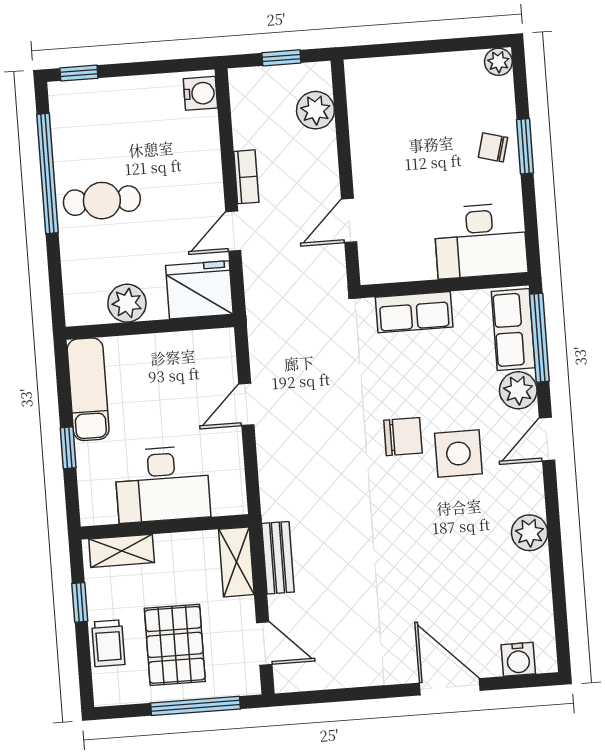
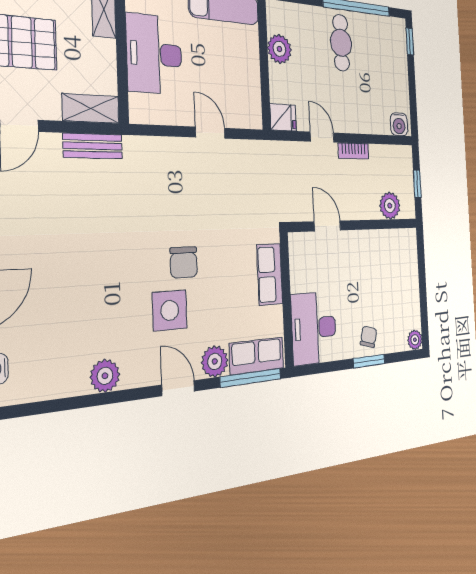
fridge: (199, 290) -> (283, 117), width x0.53, depth x0.75

